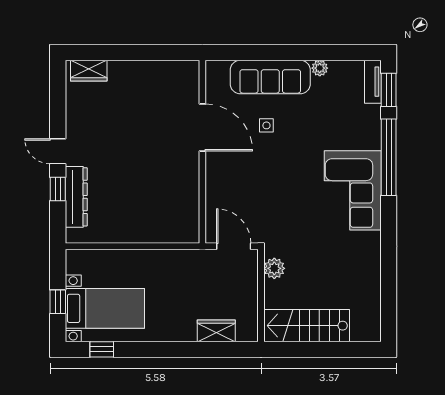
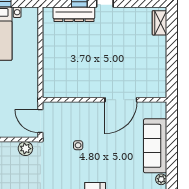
side table: (266, 125) -> (78, 145), moved
door: (234, 246) -> (40, 121), swing flipped

